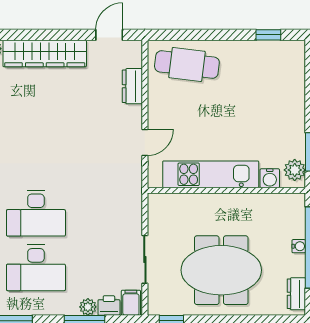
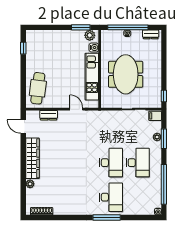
meeting table: (221, 270) -> (126, 74), moved
printer: (109, 306) -> (156, 127), removed

